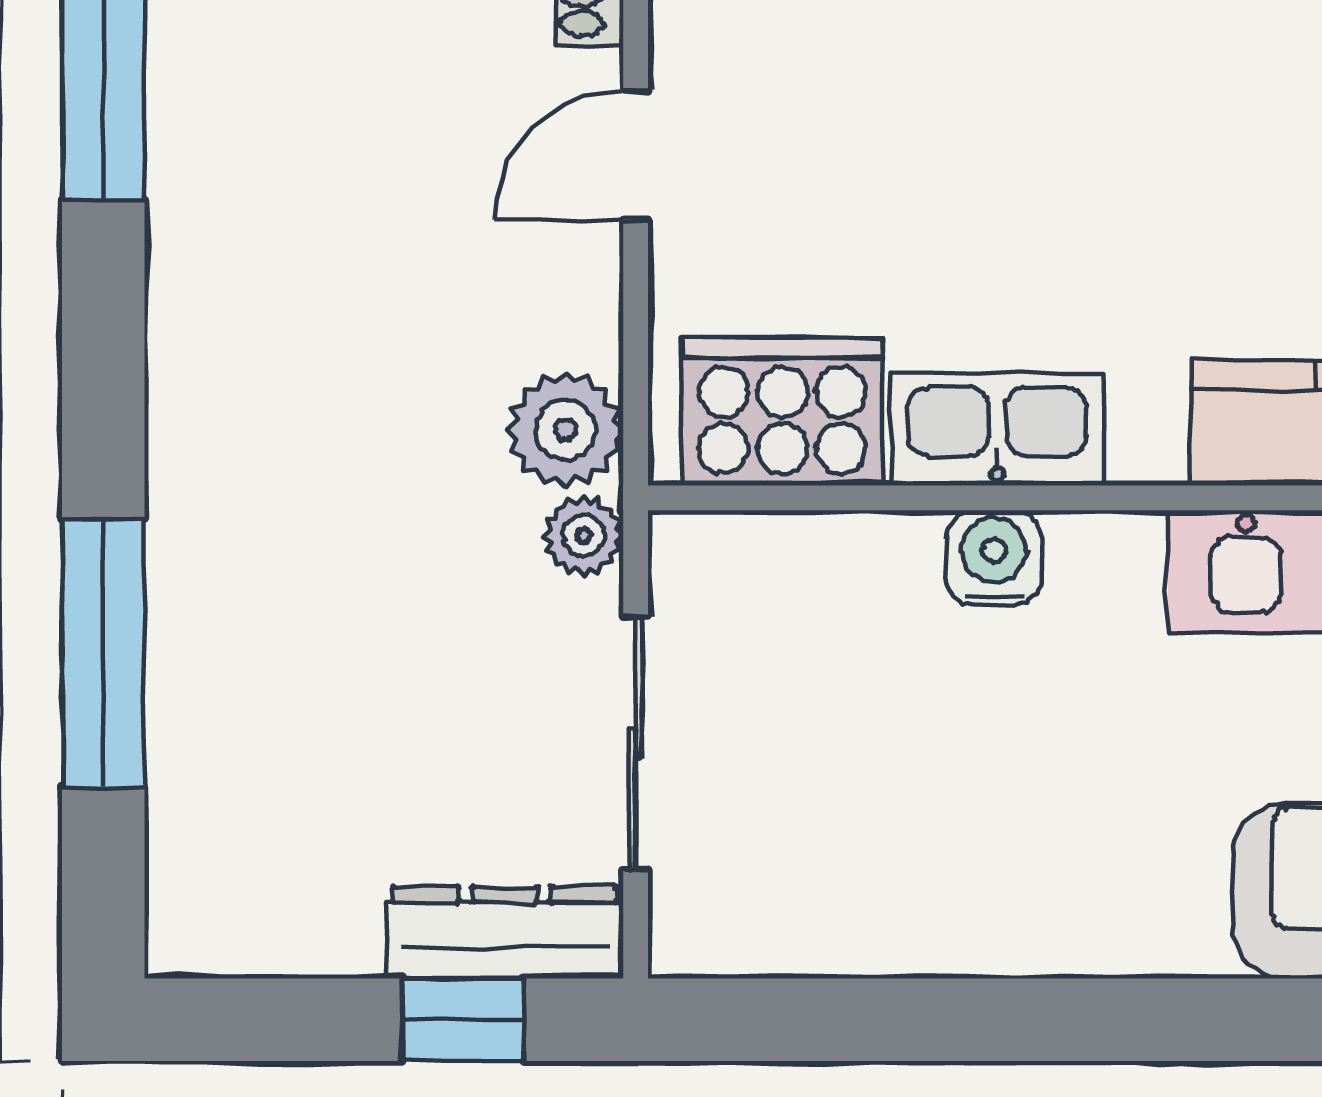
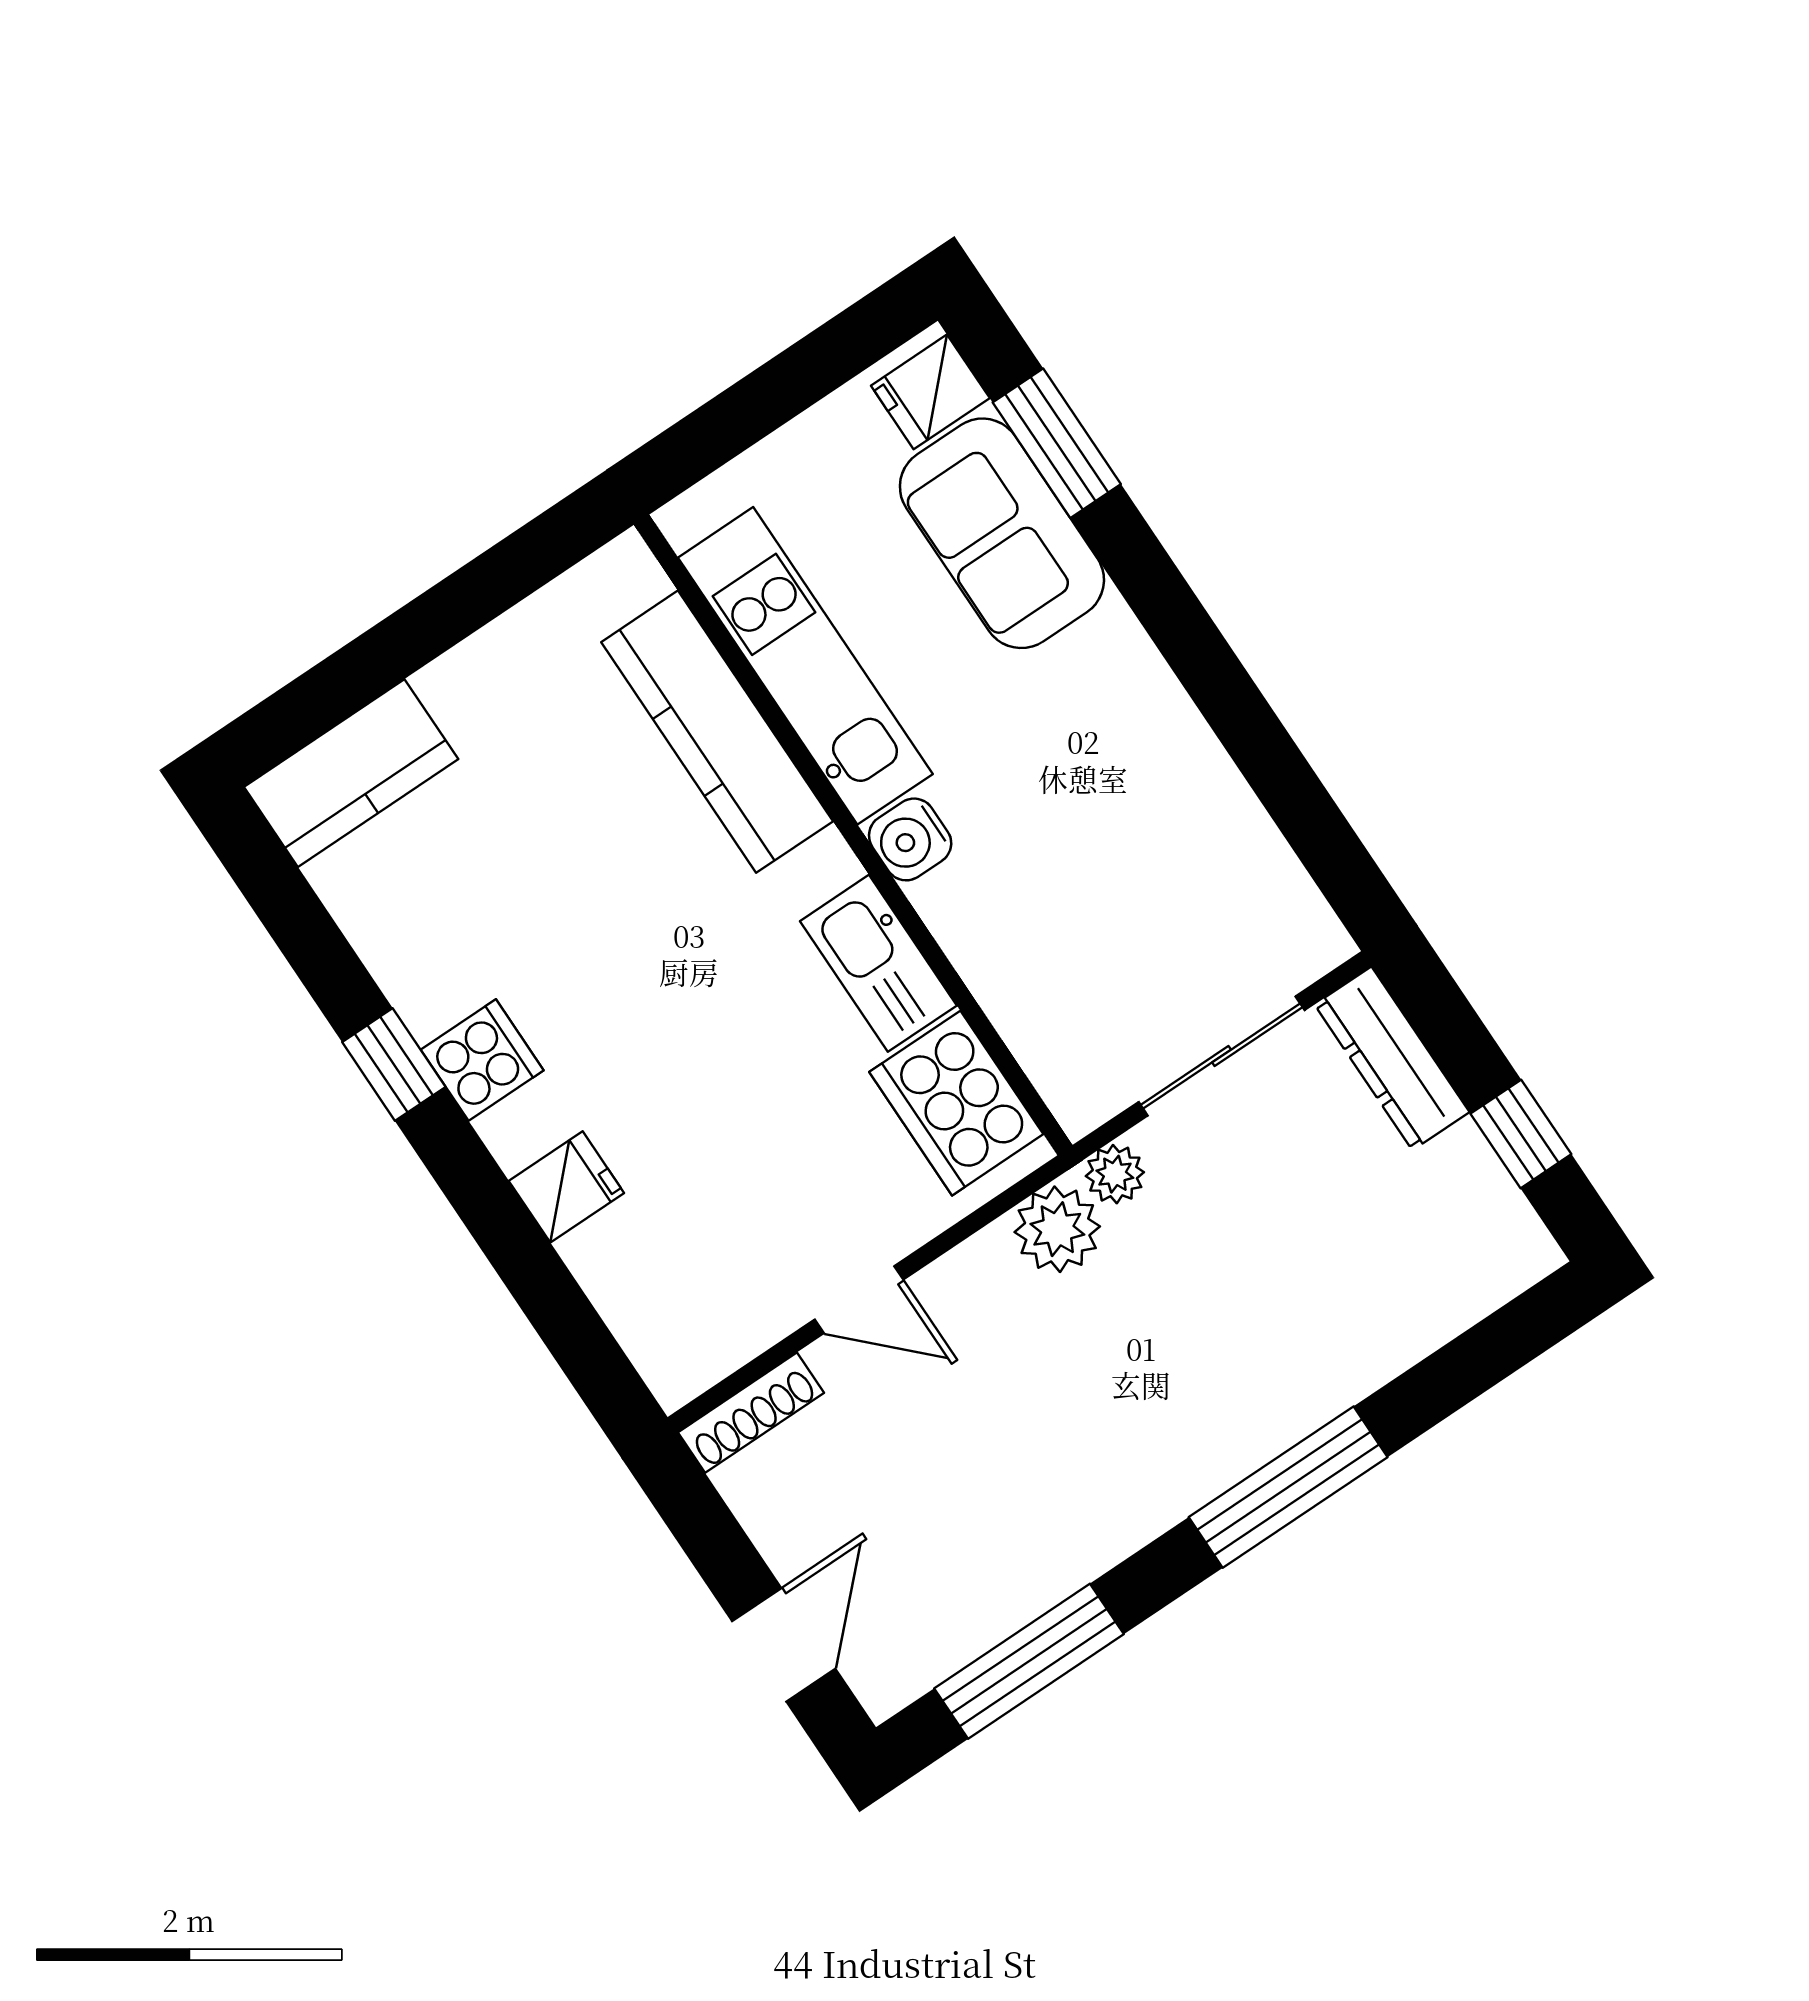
water cooler: (994, 558) -> (910, 839), moved
window: (103, 653) -> (1288, 1487), moved
window: (463, 1020) -> (1521, 1134), moved

